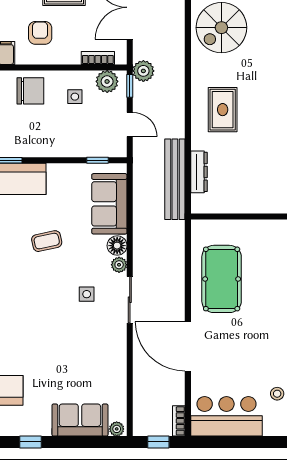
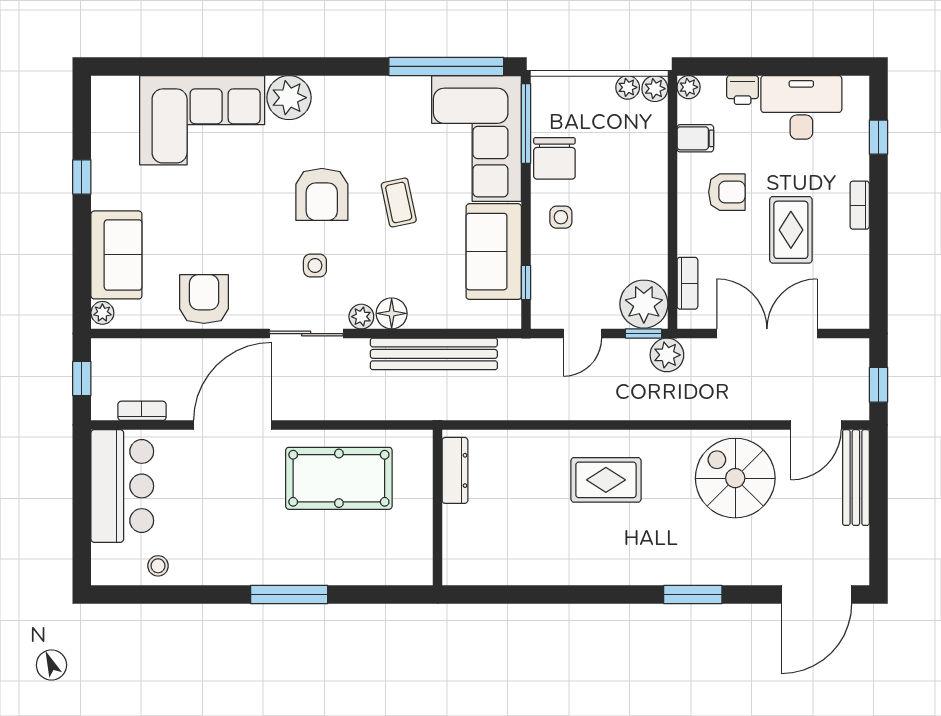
plant: (107, 81) -> (644, 304), width x1.36, depth x1.36
chair: (30, 91) -> (554, 158), moved
side table: (75, 97) -> (561, 217), moved
dresser: (199, 172) -> (455, 470), moved, turned -90
bench: (175, 179) -> (434, 354), moved
sofa: (109, 204) -> (494, 252), moved, turned -90
armchair: (42, 290) -> (322, 194), added
armchair: (108, 364) -> (204, 299), added
bookcase: (179, 421) -> (142, 411), moved

